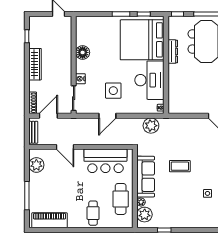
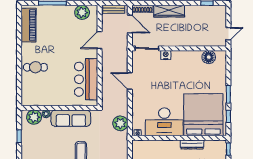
floor lamp: (83, 52) -> (209, 57), moved
wardrobe: (35, 64) -> (169, 11), moved
side table: (113, 91) -> (154, 87), removed
cafe table: (121, 199) -> (49, 94), removed

